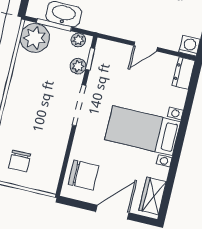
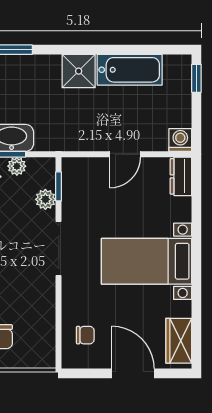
plant: (78, 40) -> (17, 166), moved
chair: (84, 175) -> (85, 335), width x0.54, depth x0.54
door: (112, 212) -> (133, 373), hinge flipped

